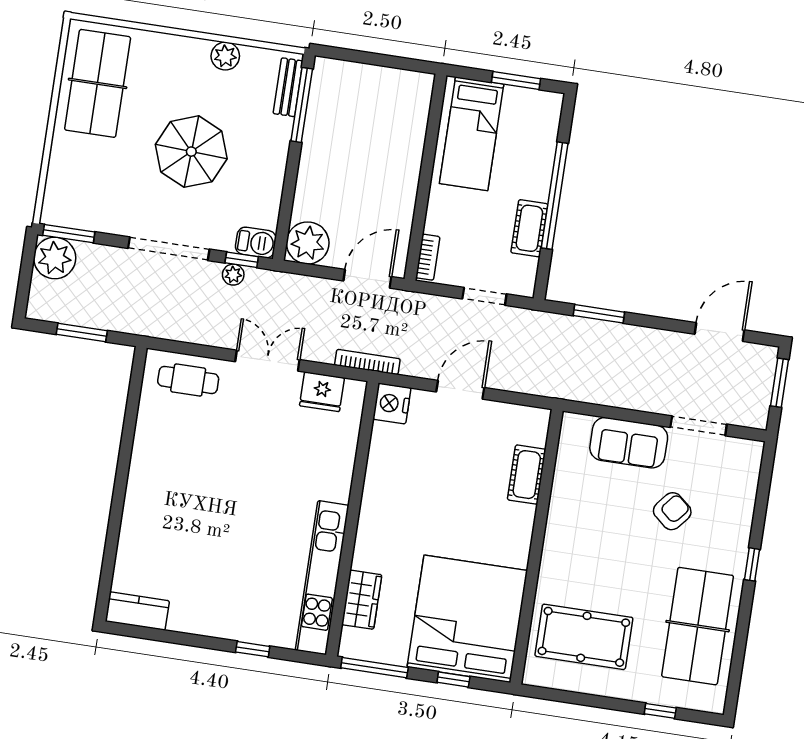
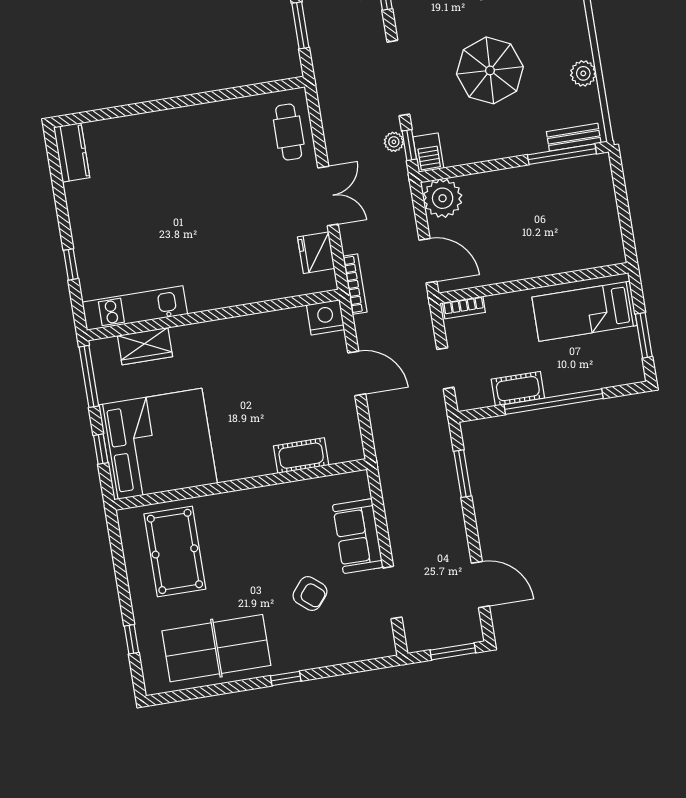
kitchen unit: (322, 578) -> (135, 308), width x0.73

